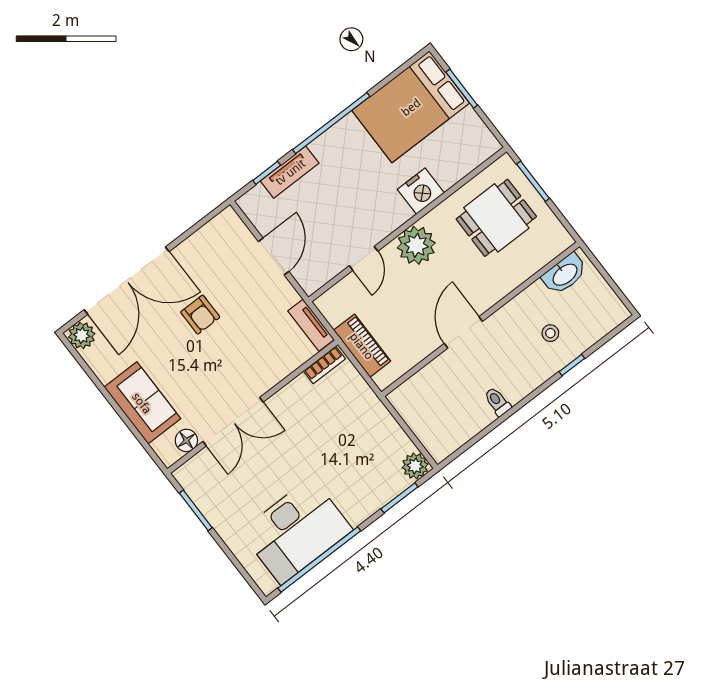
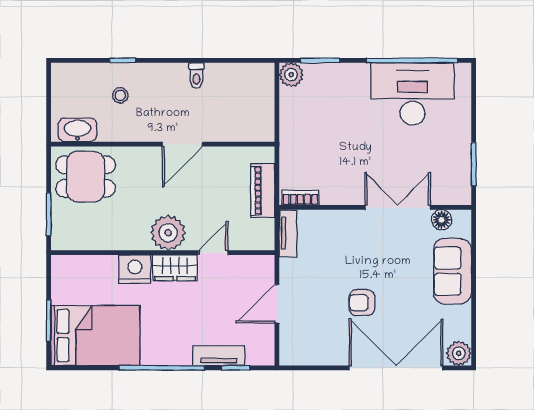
dining table: (496, 218) -> (85, 177), moved
wardrobe: (387, 219) -> (175, 268), added
armchair: (200, 315) -> (362, 303), turned -90

